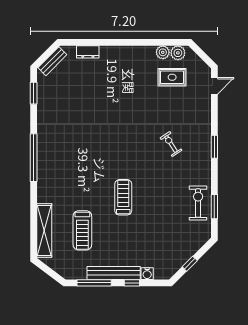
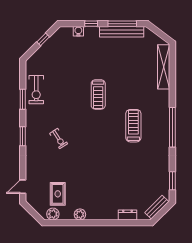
plant: (163, 52) -> (80, 214), moved
rug: (172, 77) -> (58, 194), turned 90
window: (214, 207) -> (23, 99), moved
treadmill: (82, 230) -> (133, 126), moved
bench: (114, 273) -> (122, 32), moved

